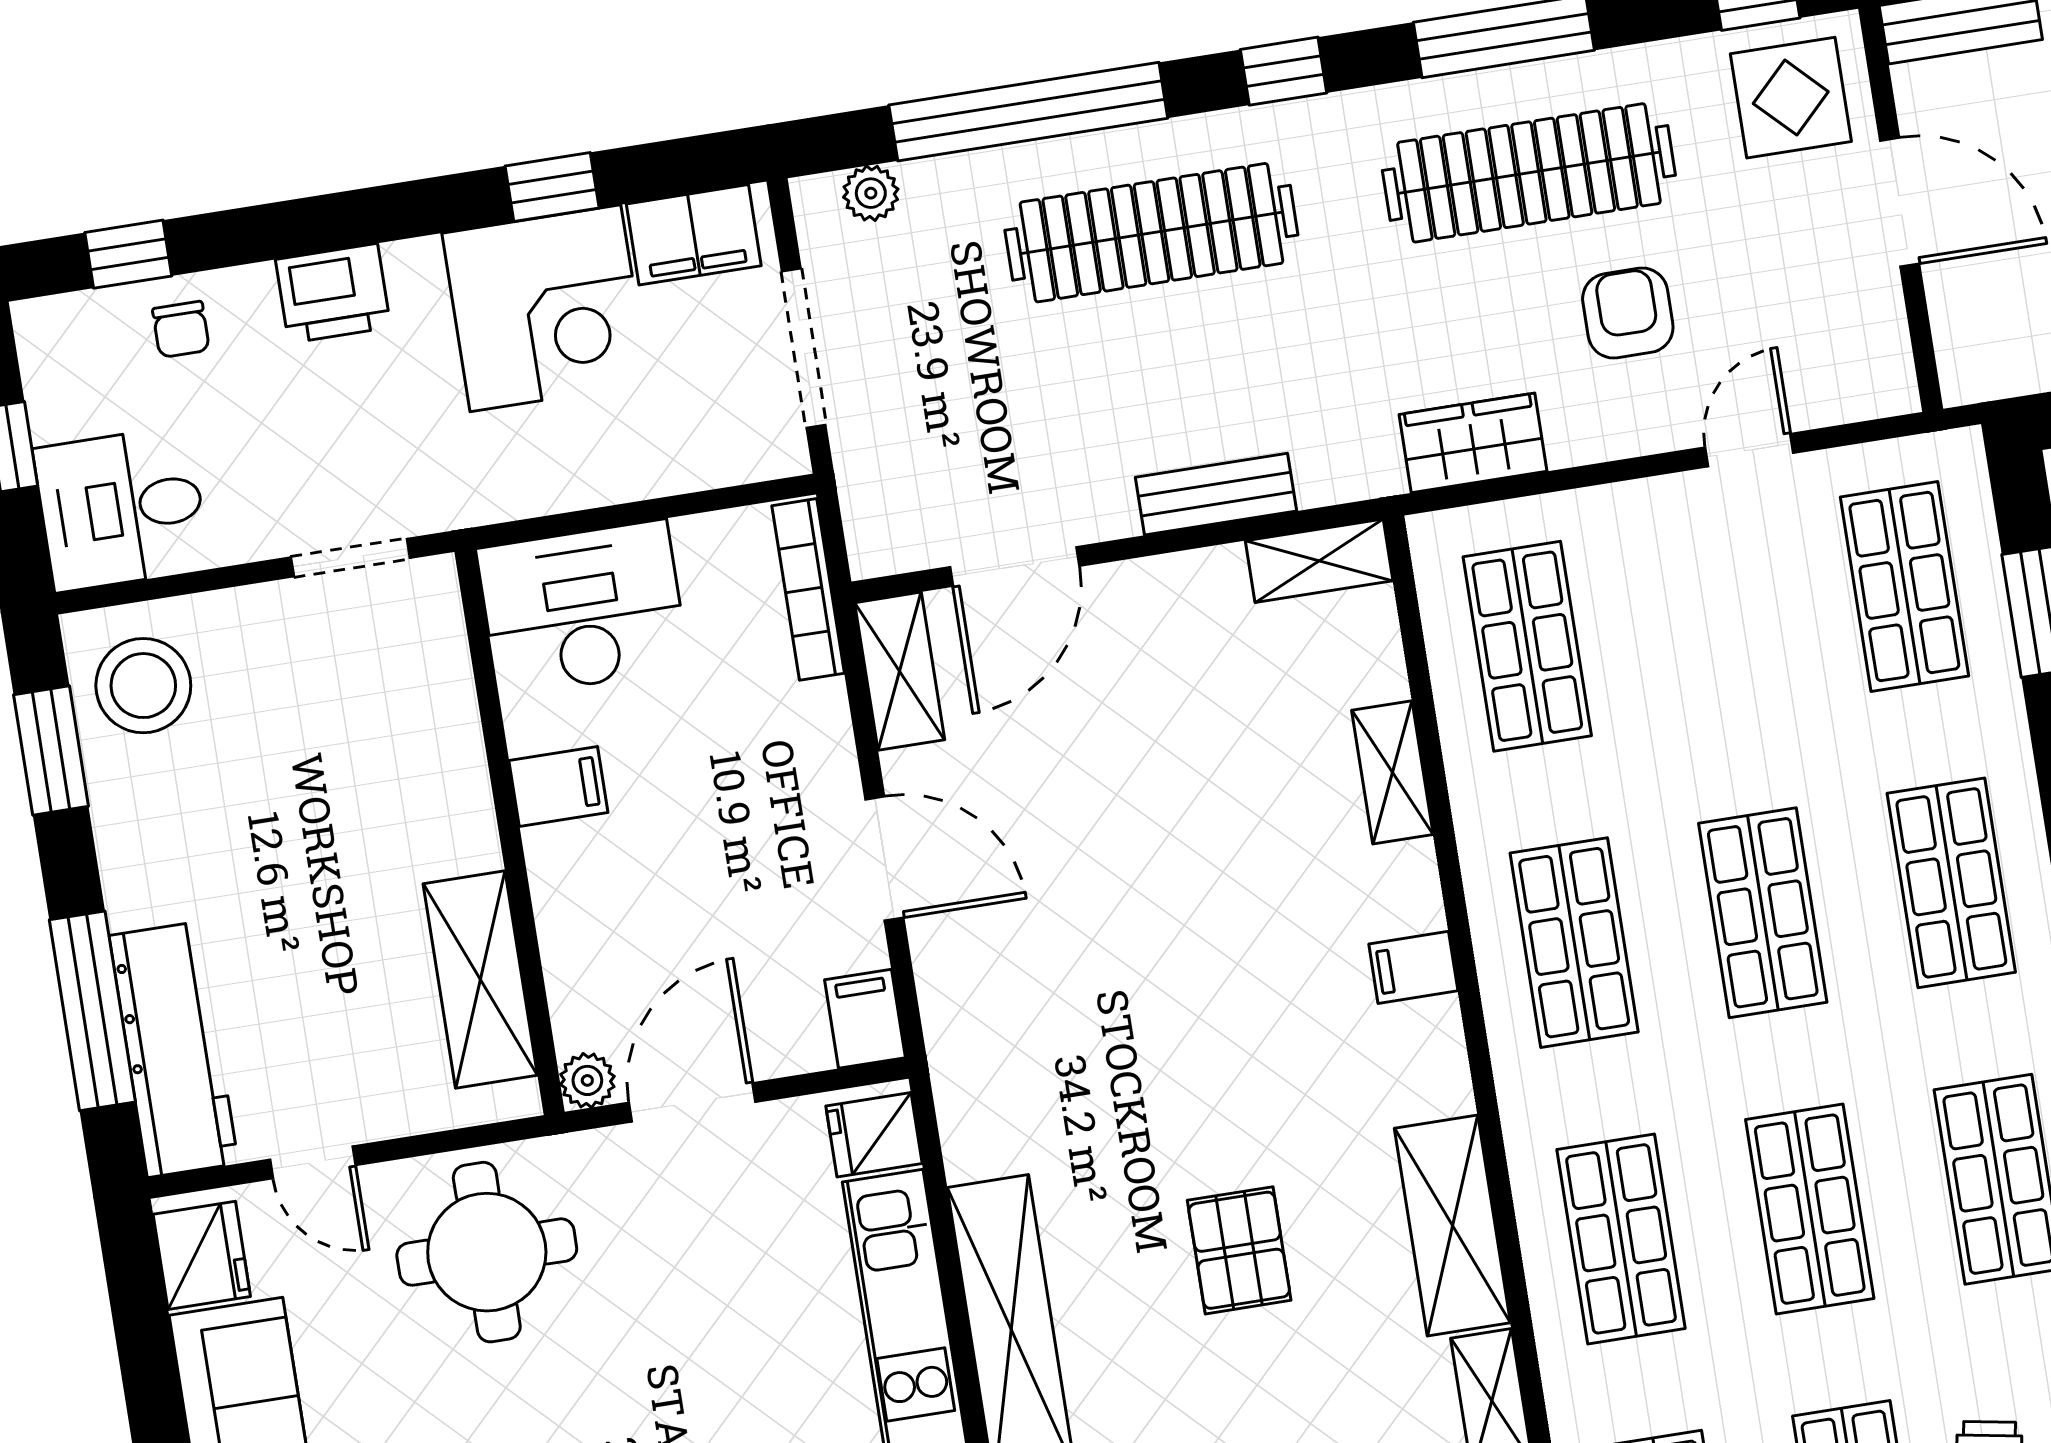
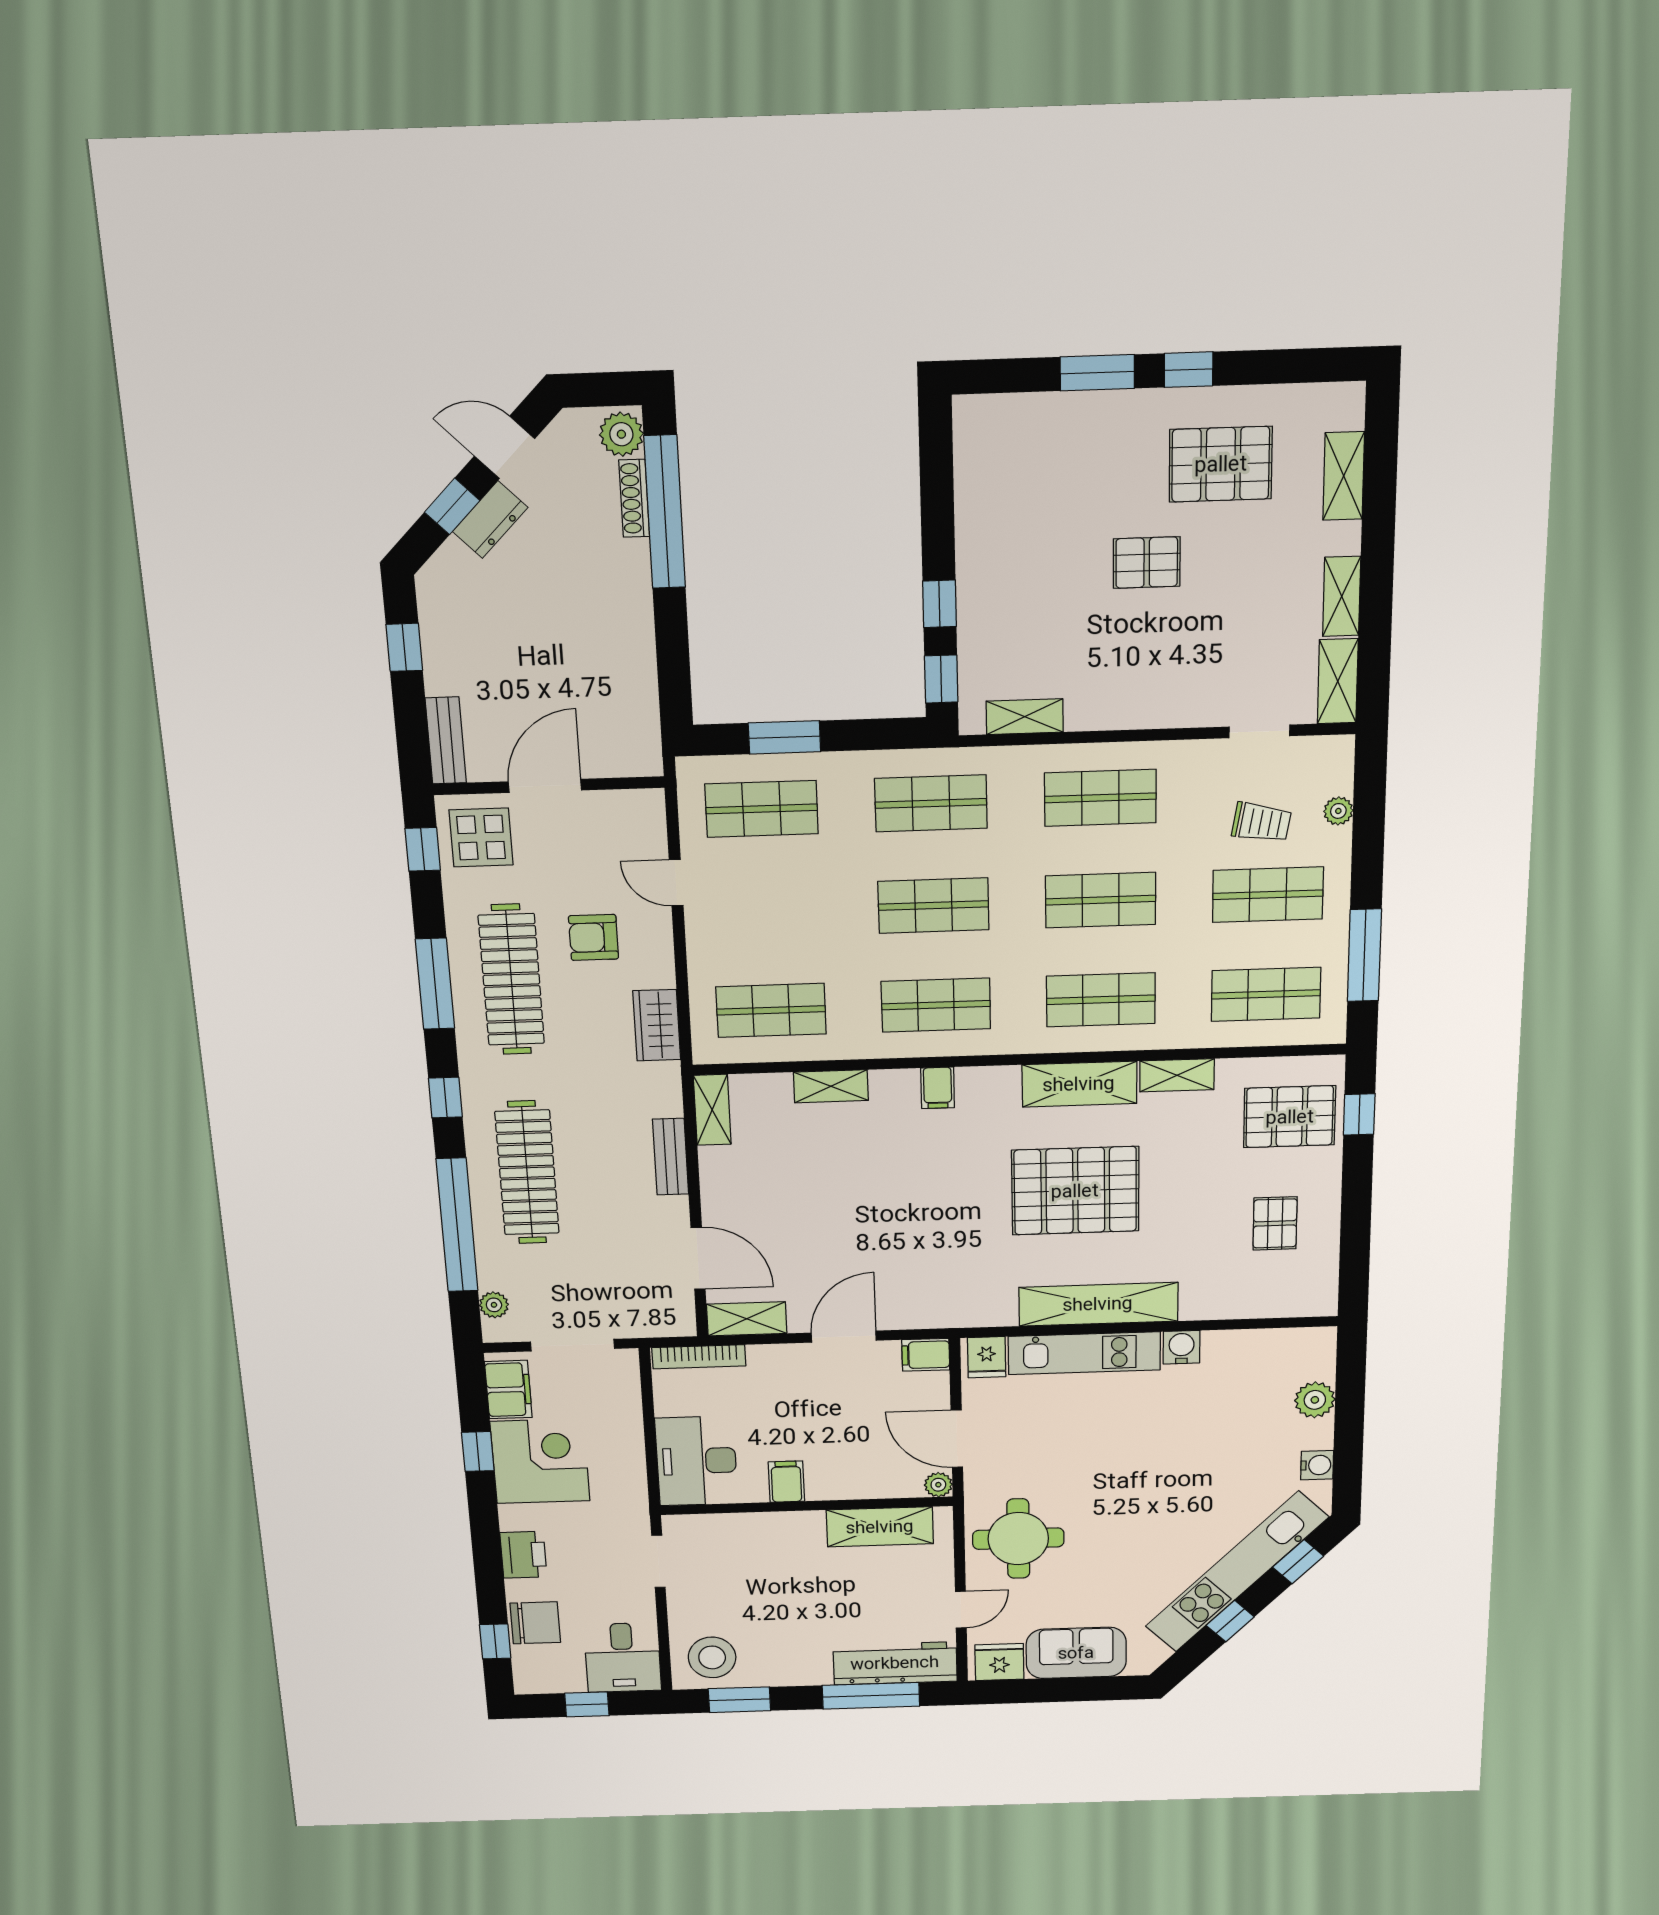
chair: (181, 329) -> (535, 1623), width x1.87, depth x1.87
pallet: (1239, 1250) -> (1075, 1191), width x2.05, depth x2.00

